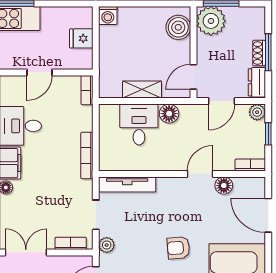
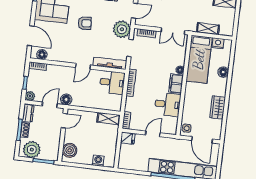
washing machine: (108, 15) -> (98, 161), moved
plant: (211, 21) -> (32, 150), moved
fridge: (81, 38) -> (128, 138), moved
shelving: (142, 90) -> (109, 119), moved
floor lamp: (169, 114) -> (66, 99), moved
desk: (139, 125) -> (112, 83), moved, turned -90
door: (200, 174) -> (83, 66), moved
floor lamp: (224, 186) -> (42, 55), moved
plant: (107, 245) -> (122, 29), width x1.87, depth x1.87

